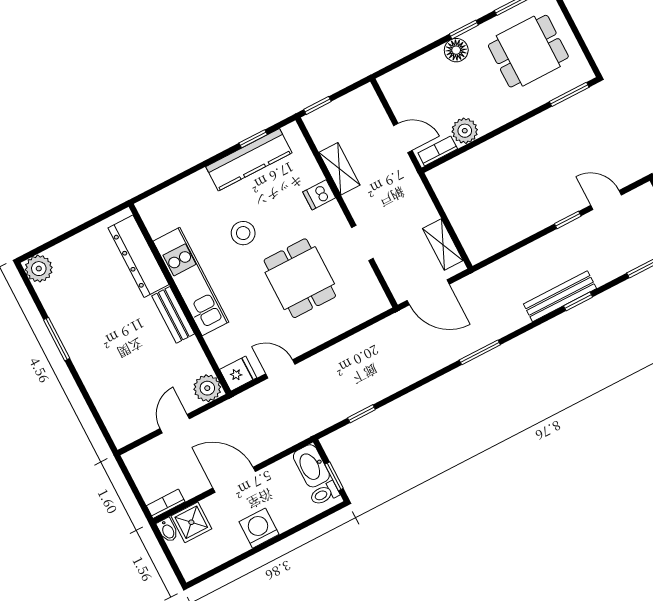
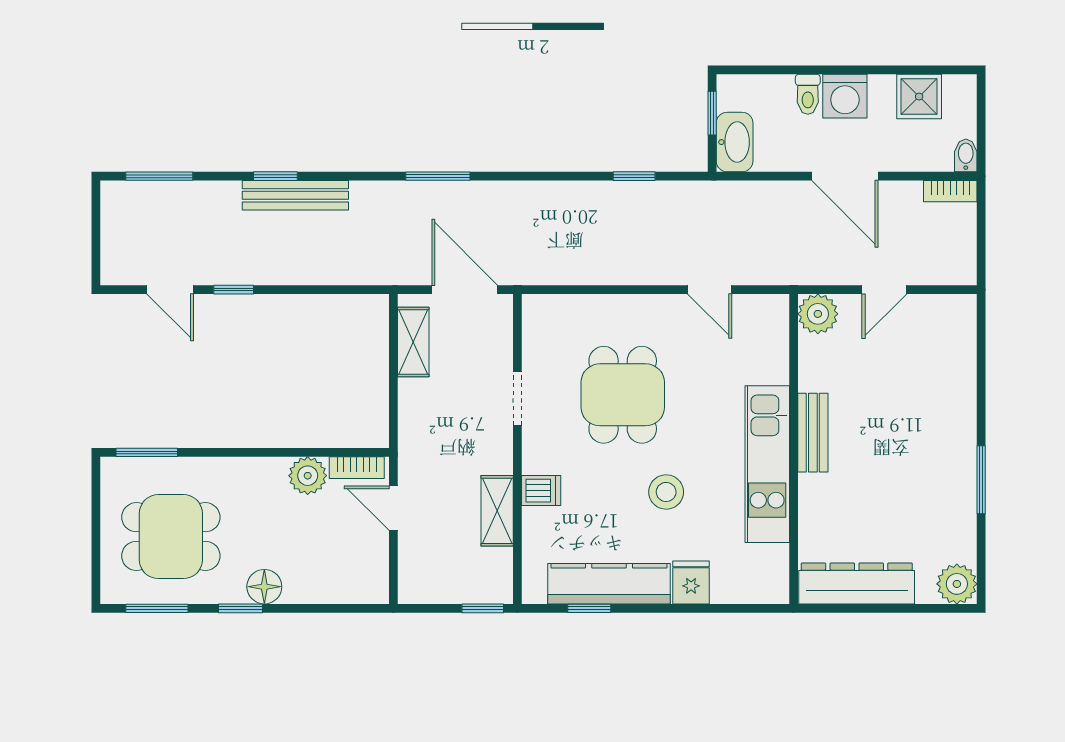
dresser: (138, 256) -> (857, 583), moved, turned -90
fridge: (238, 374) -> (691, 582), moved, turned 90
toilet: (324, 494) -> (808, 94), moved, turned 90
shower: (191, 522) -> (919, 97), moved

